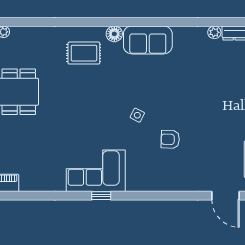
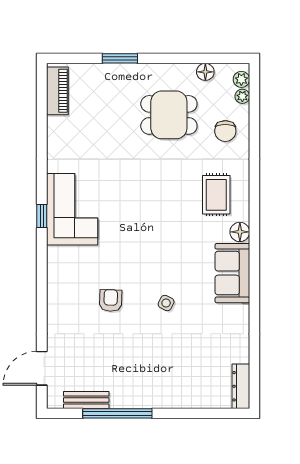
plant: (214, 32) -> (242, 354), removed
chair: (32, 46) -> (225, 131), added
side table: (137, 115) -> (166, 303), moved

